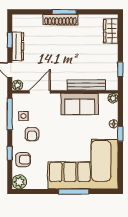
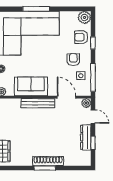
bench: (86, 85) -> (38, 103), moved
door: (40, 92) -> (66, 97), swing flipped

